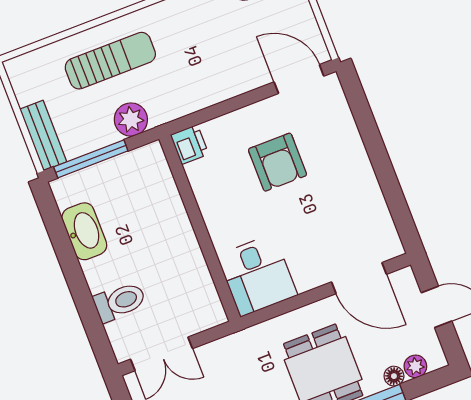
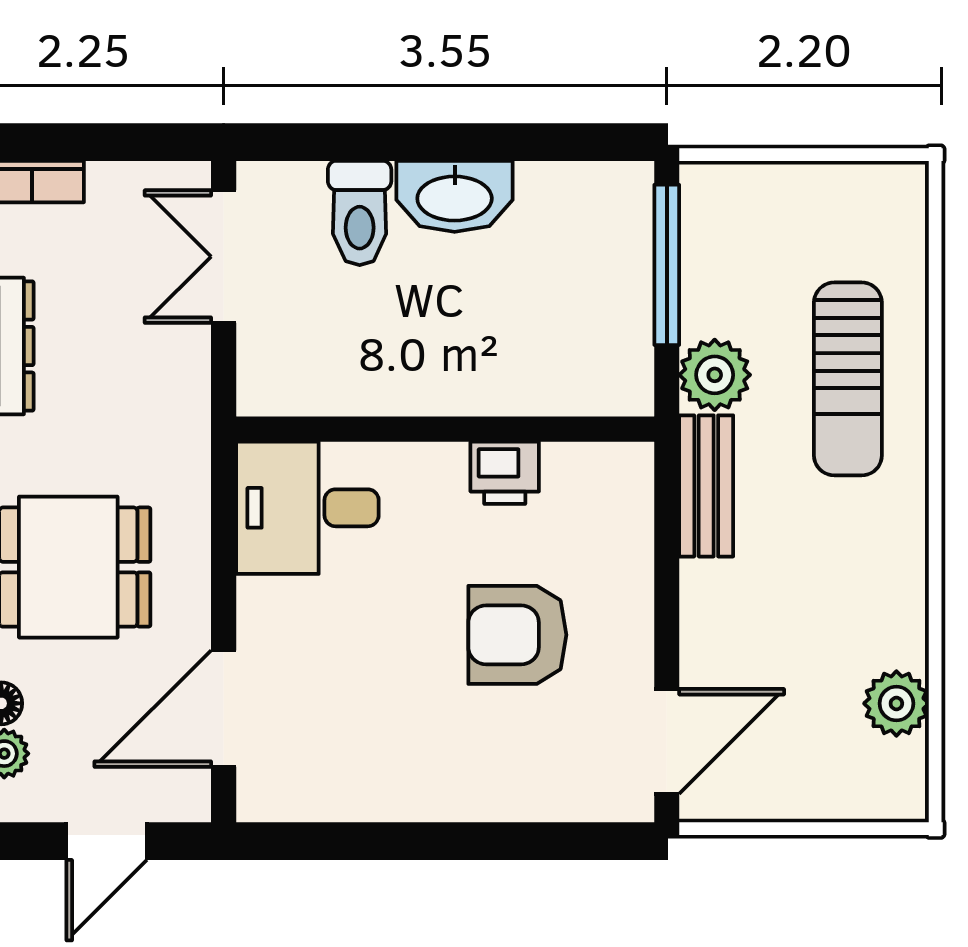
bench: (43, 136) -> (706, 486), moved, turned 90
printer: (190, 144) -> (505, 473), moved
washbasin: (84, 231) -> (455, 196), moved

